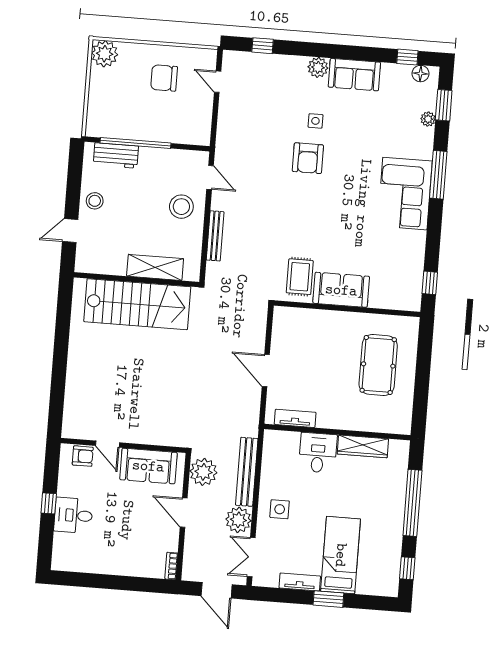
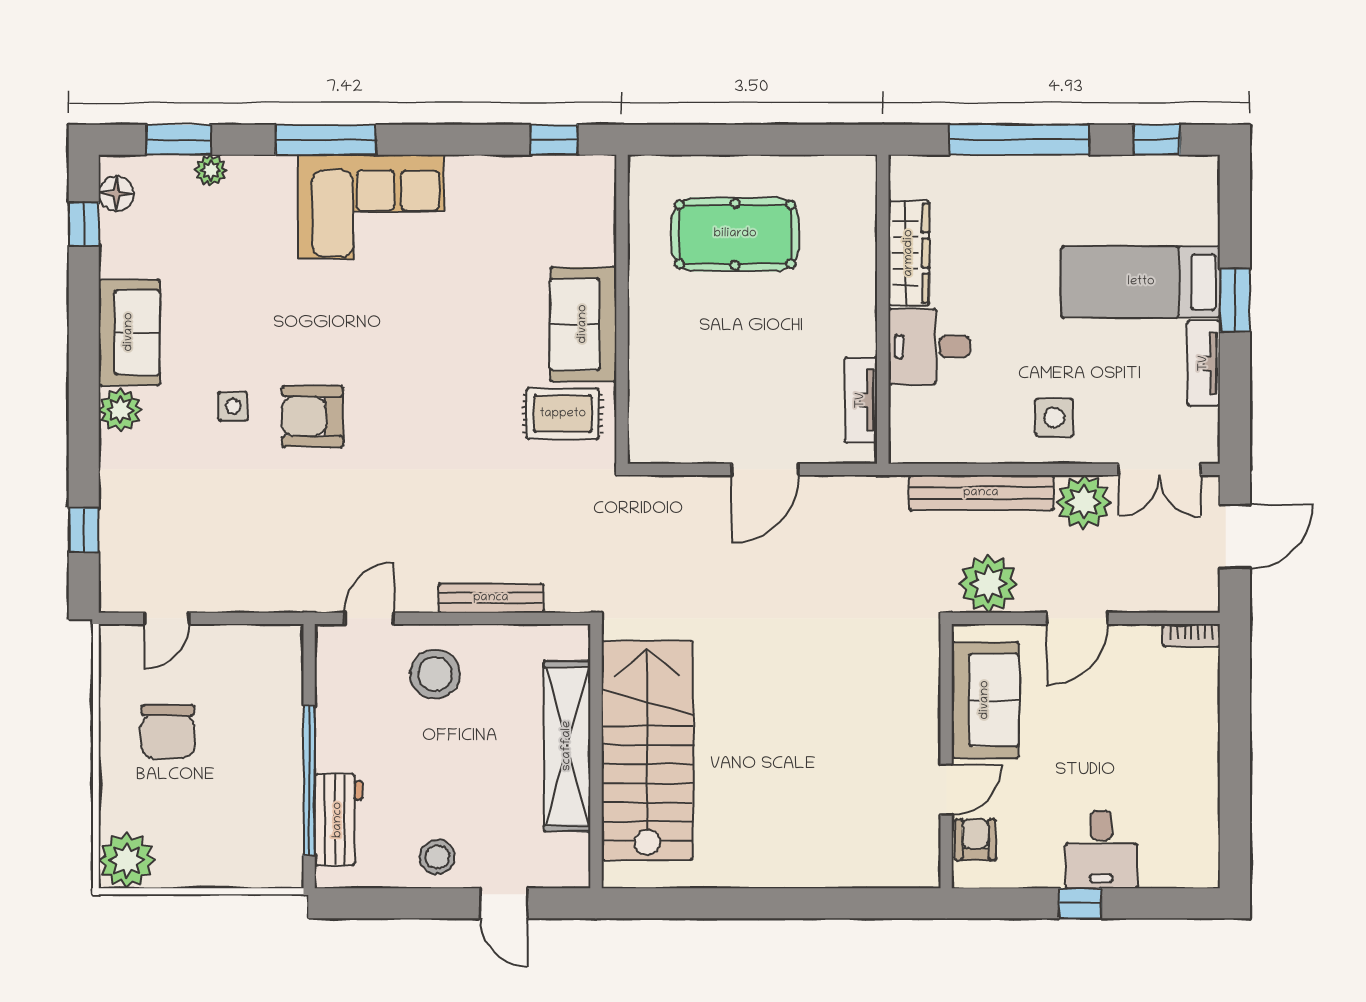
armchair: (308, 158) -> (313, 416), turned 180
shelving: (155, 267) -> (567, 746), width x1.47

